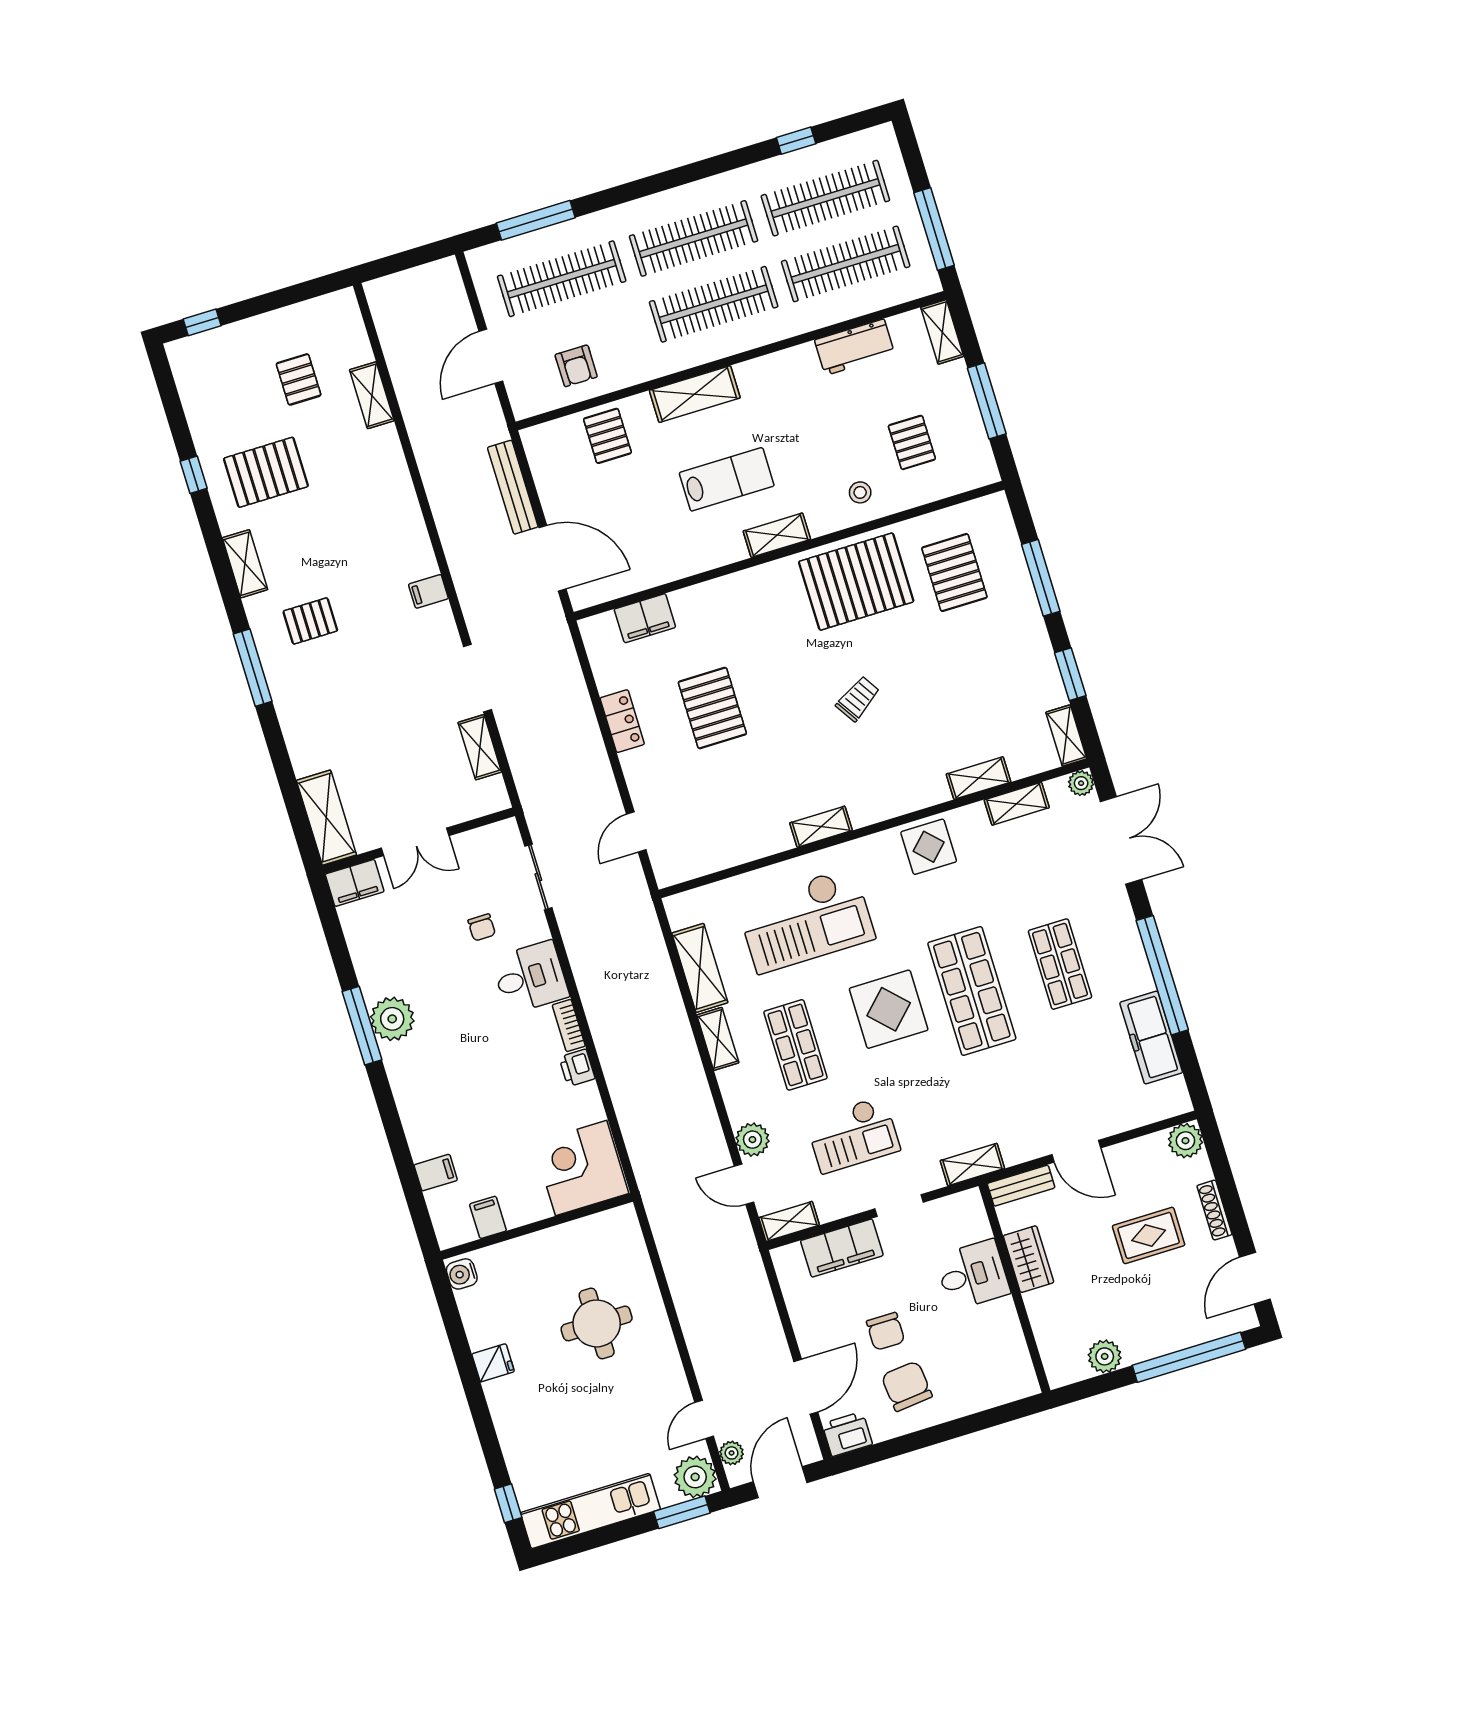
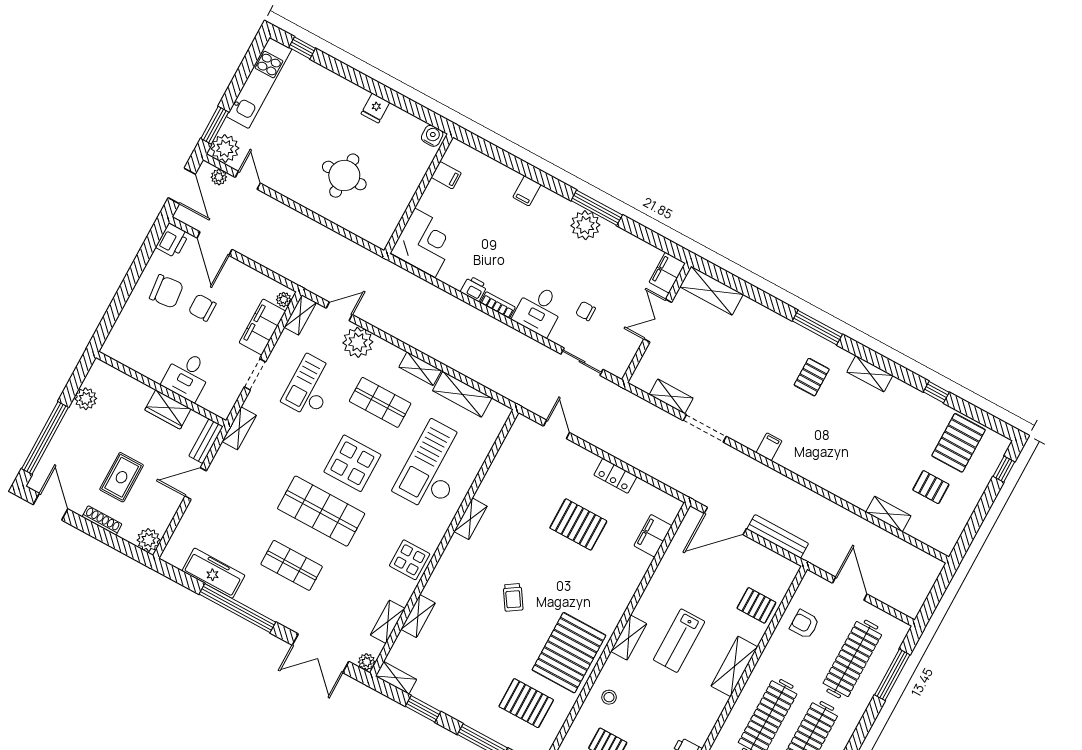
pallet: (266, 472) -> (959, 443), moved
plant: (752, 1140) -> (358, 342), width x1.36, depth x1.36
filing cabinet: (436, 1173) -> (527, 191), moved
plant: (791, 1255) -> (284, 300), added

